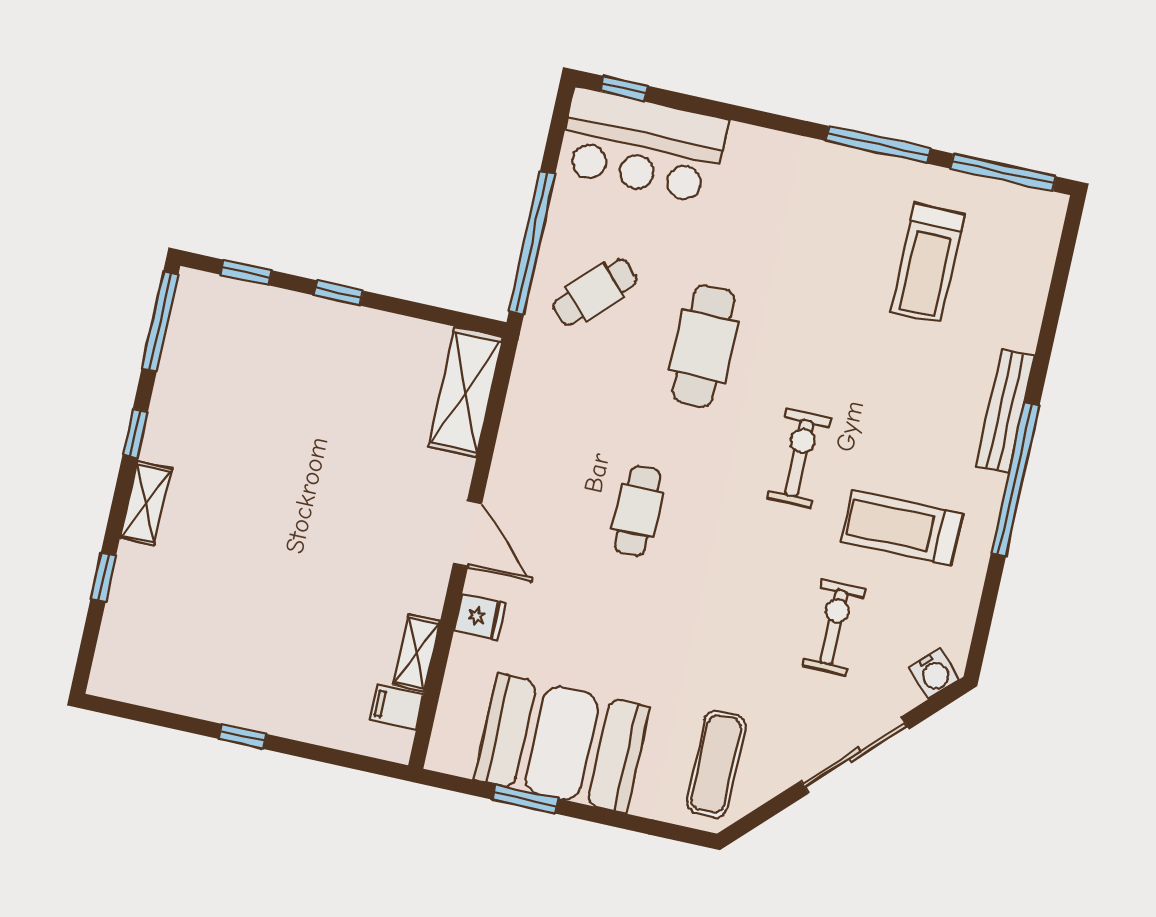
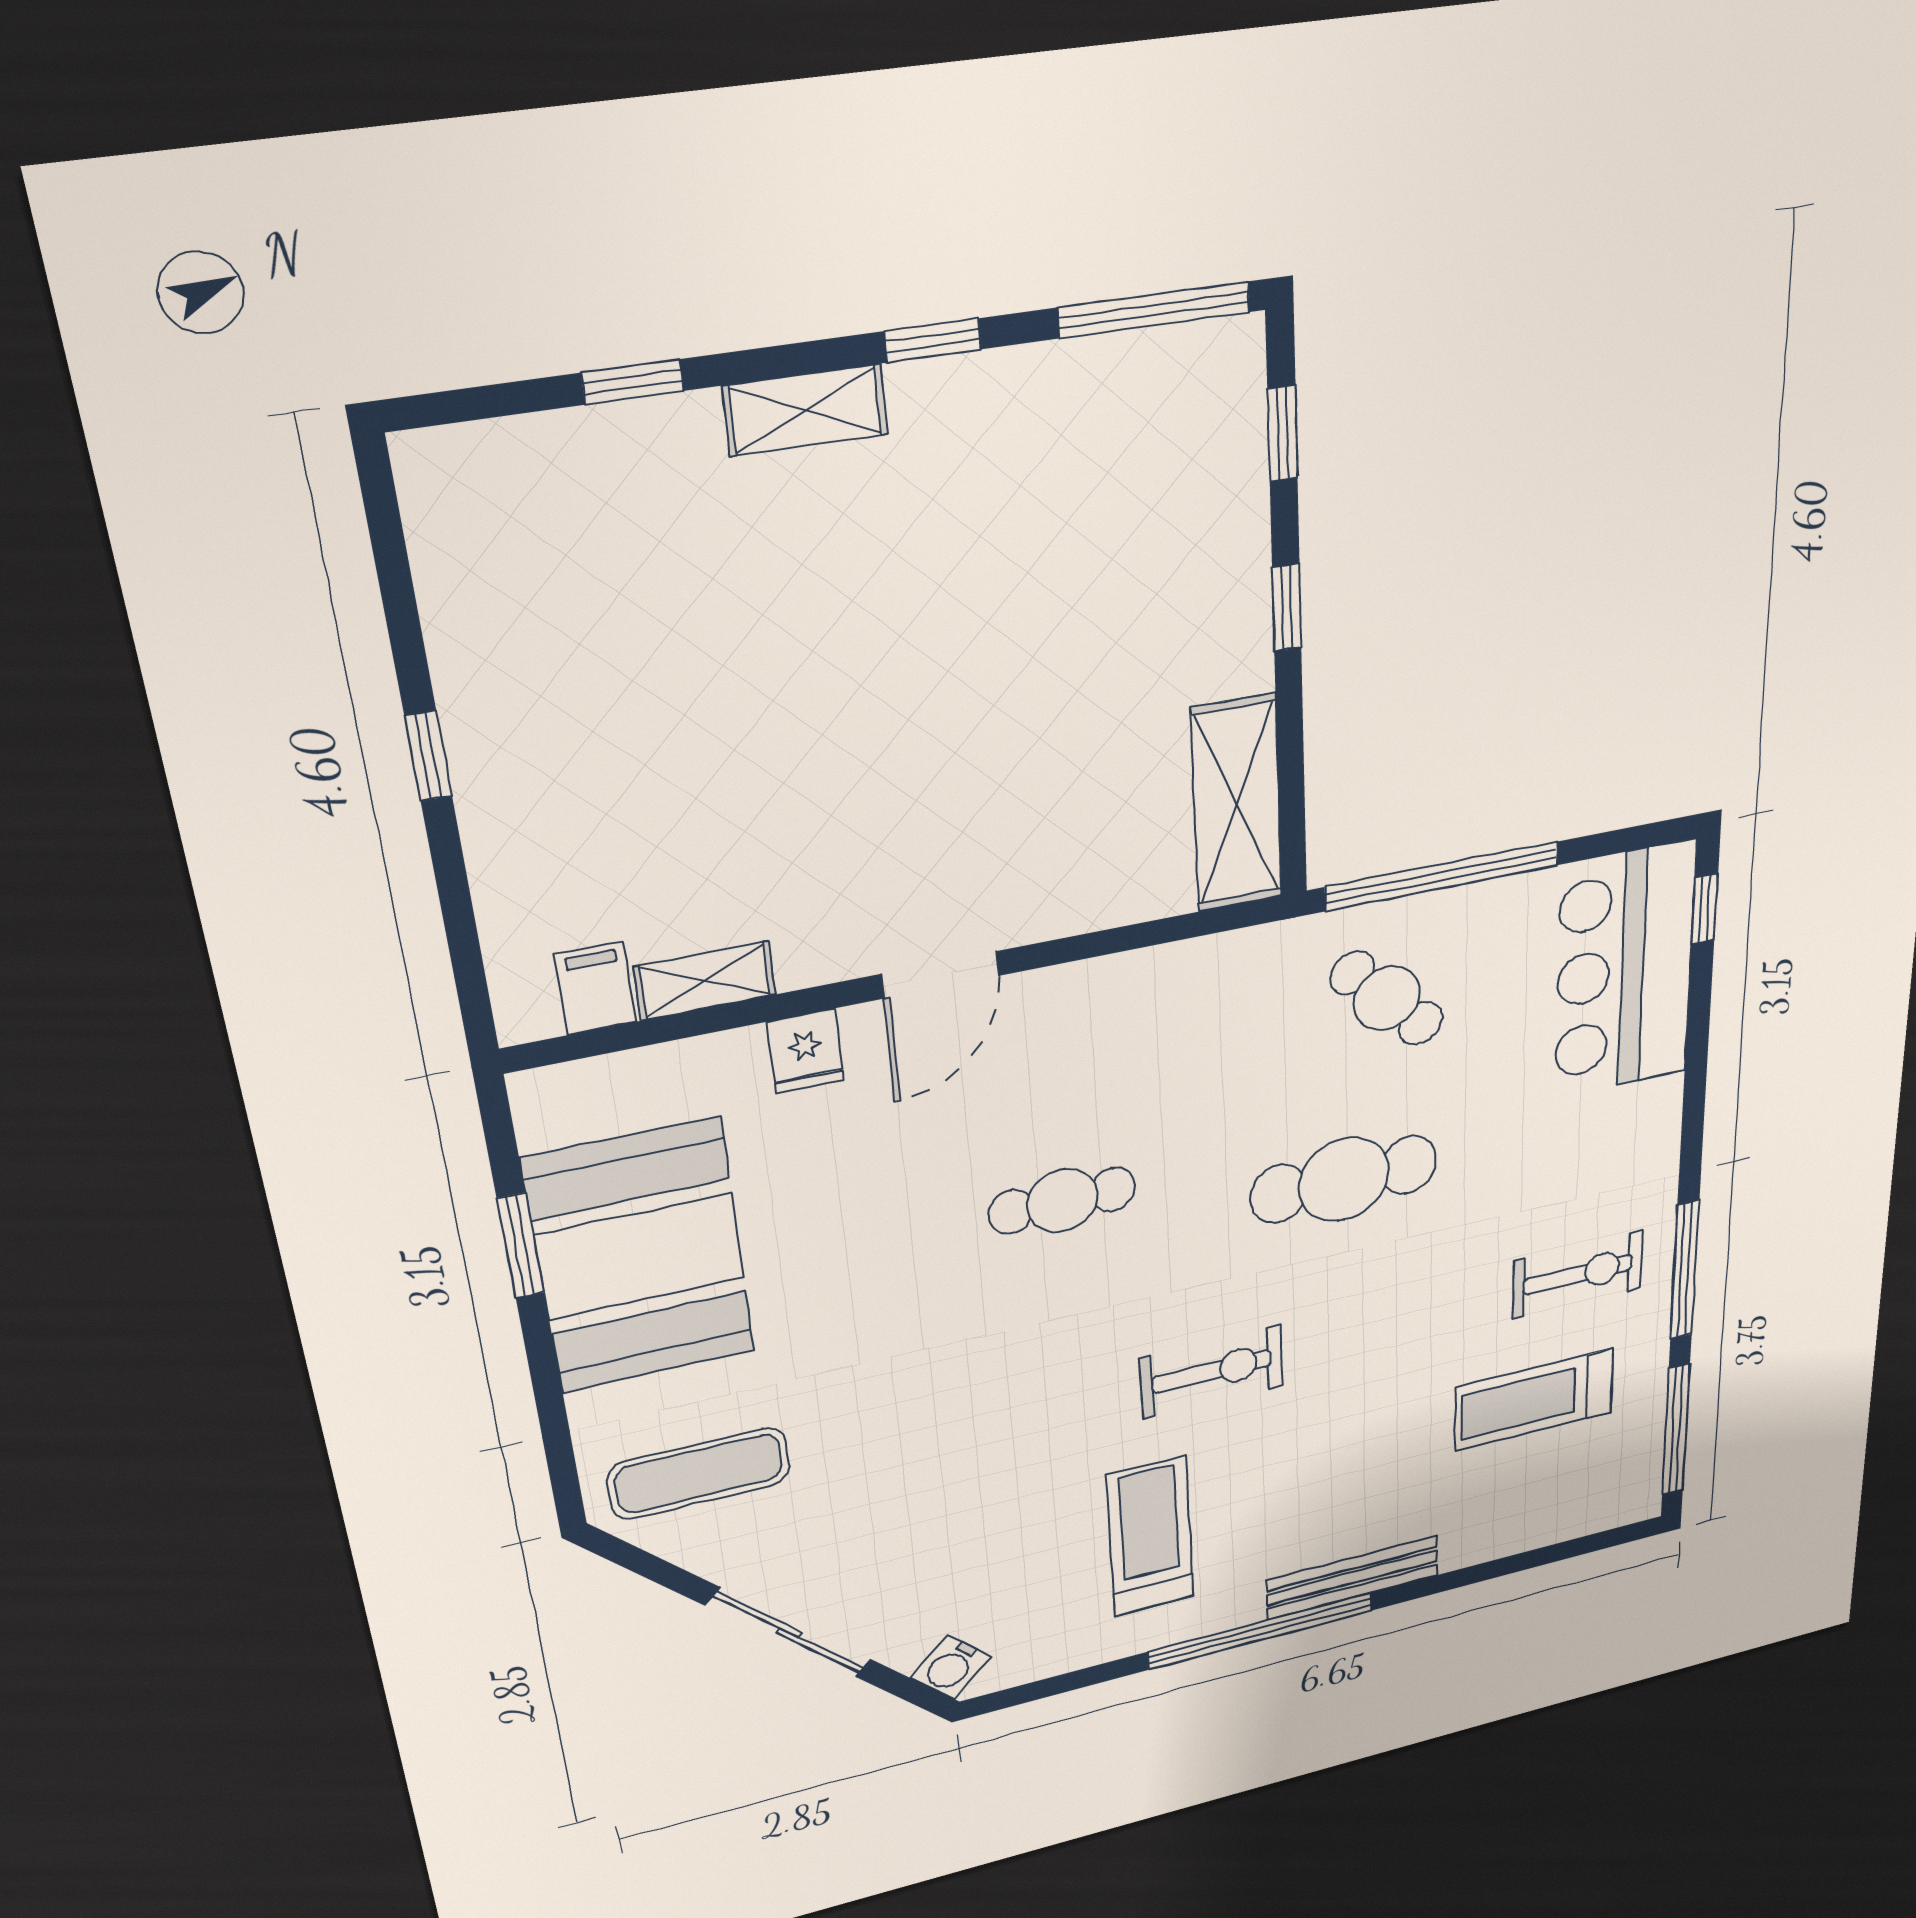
shelving: (466, 392) -> (1237, 804), moved, turned 90
exercise bike: (834, 627) -> (1578, 1275), moved

